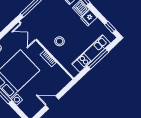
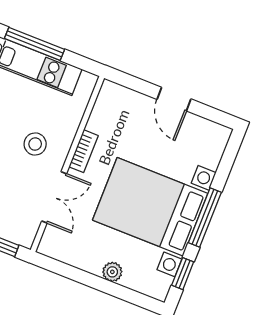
double door: (28, 31) -> (54, 197), moved

